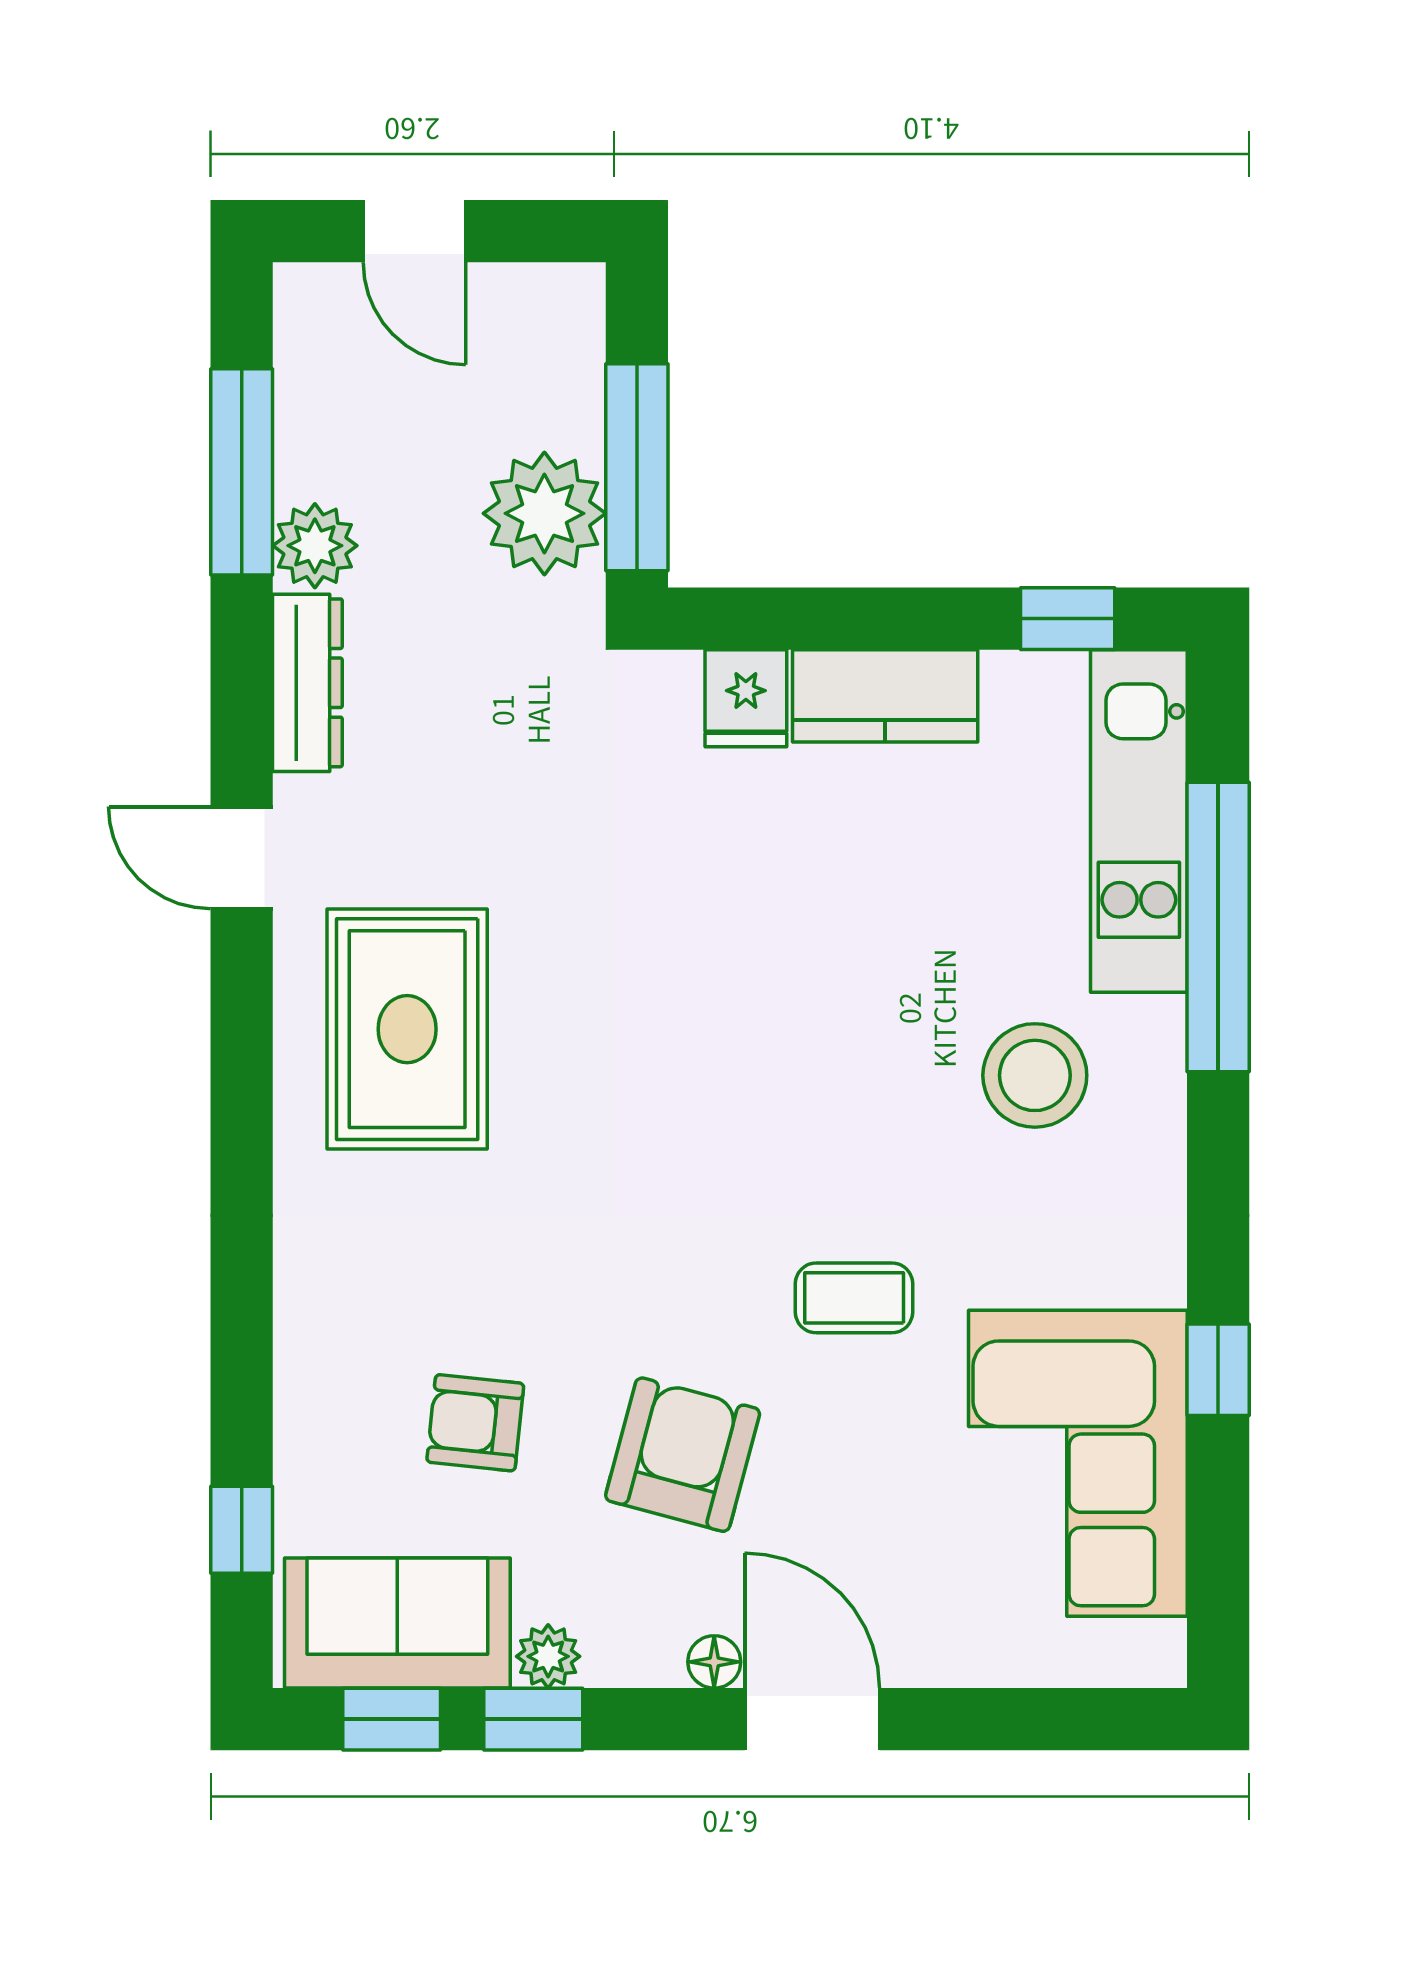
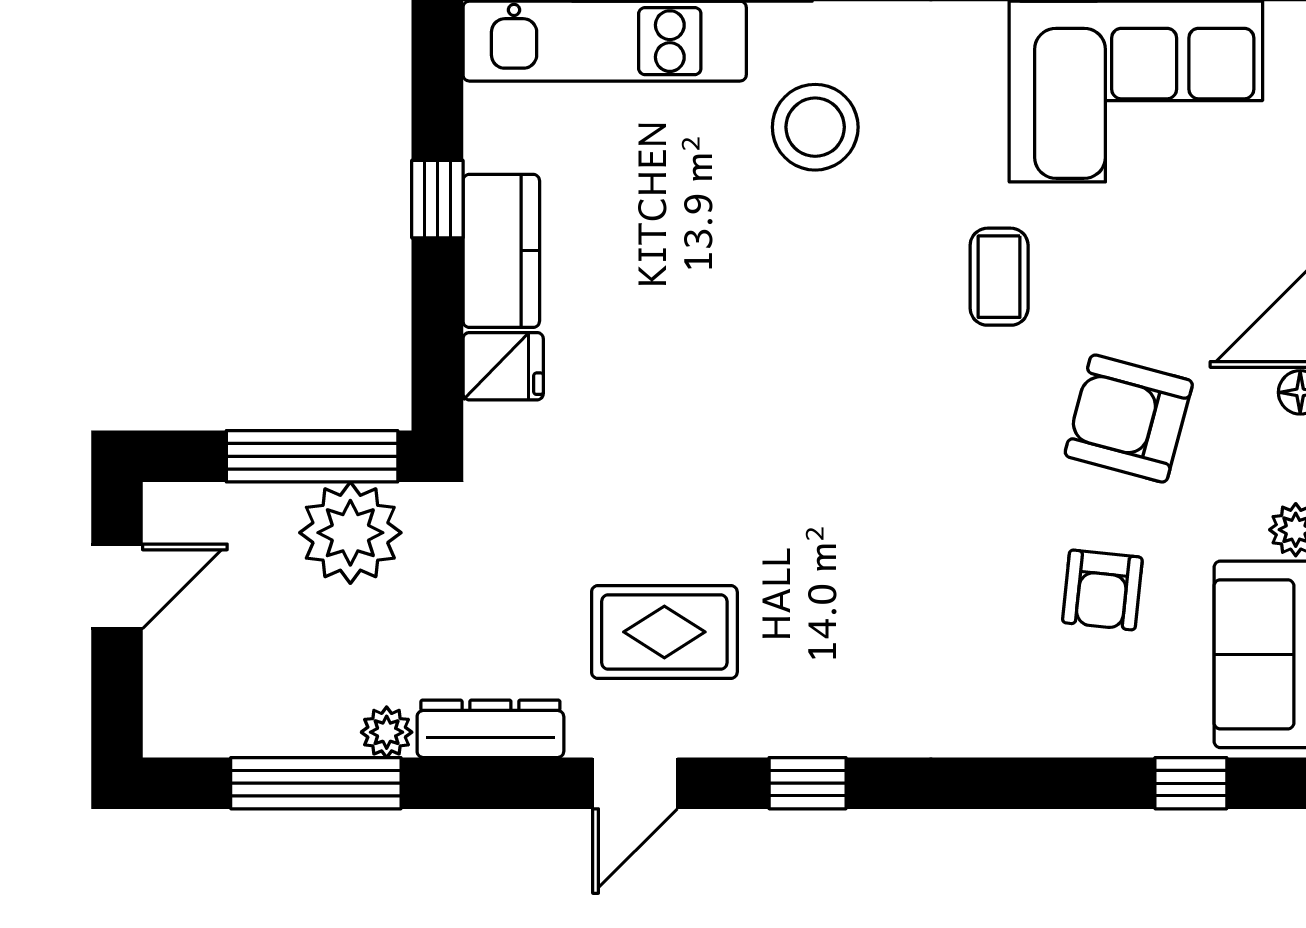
door: (414, 231) -> (117, 586), moved
plant: (315, 546) -> (387, 732), width x0.73, depth x0.73
window: (1068, 619) -> (437, 199), moved
rug: (407, 1029) -> (664, 632), moved, width x0.73, depth x0.70
window: (242, 1066) -> (808, 783), added

